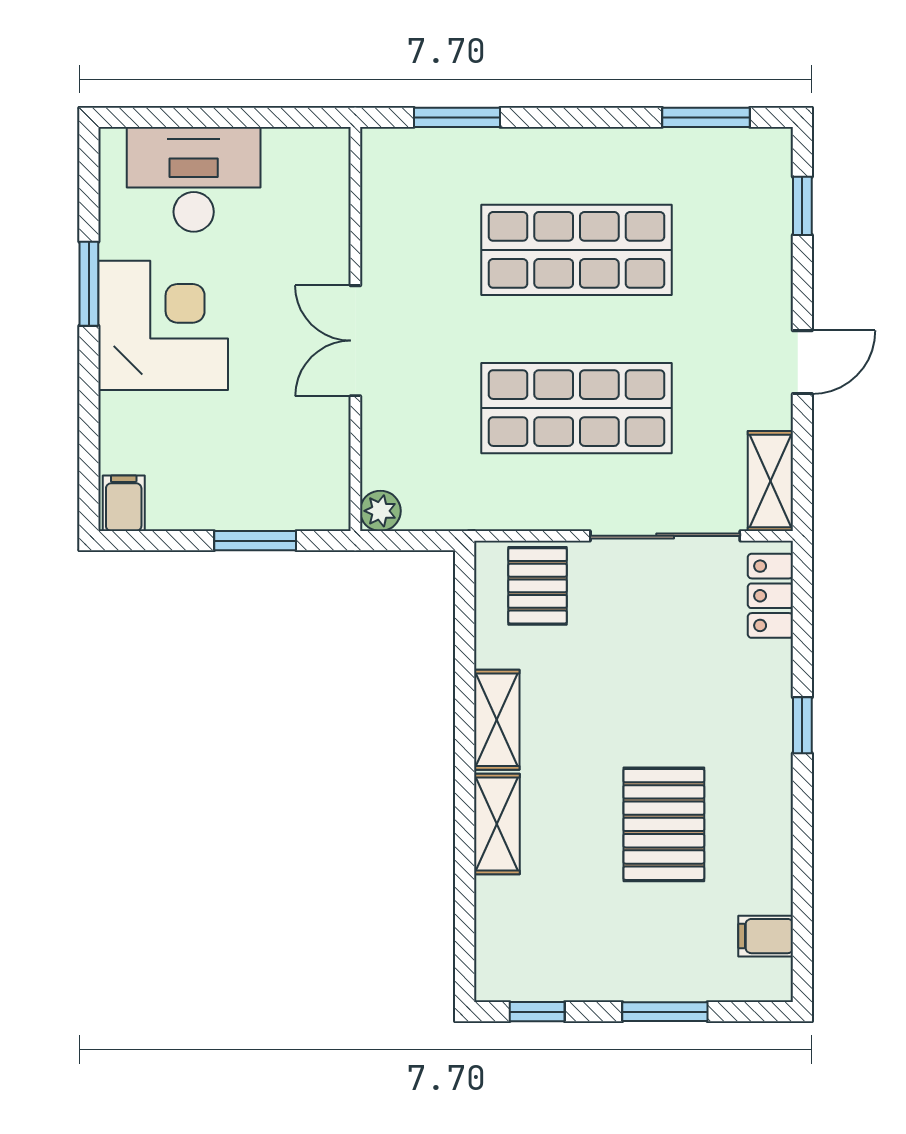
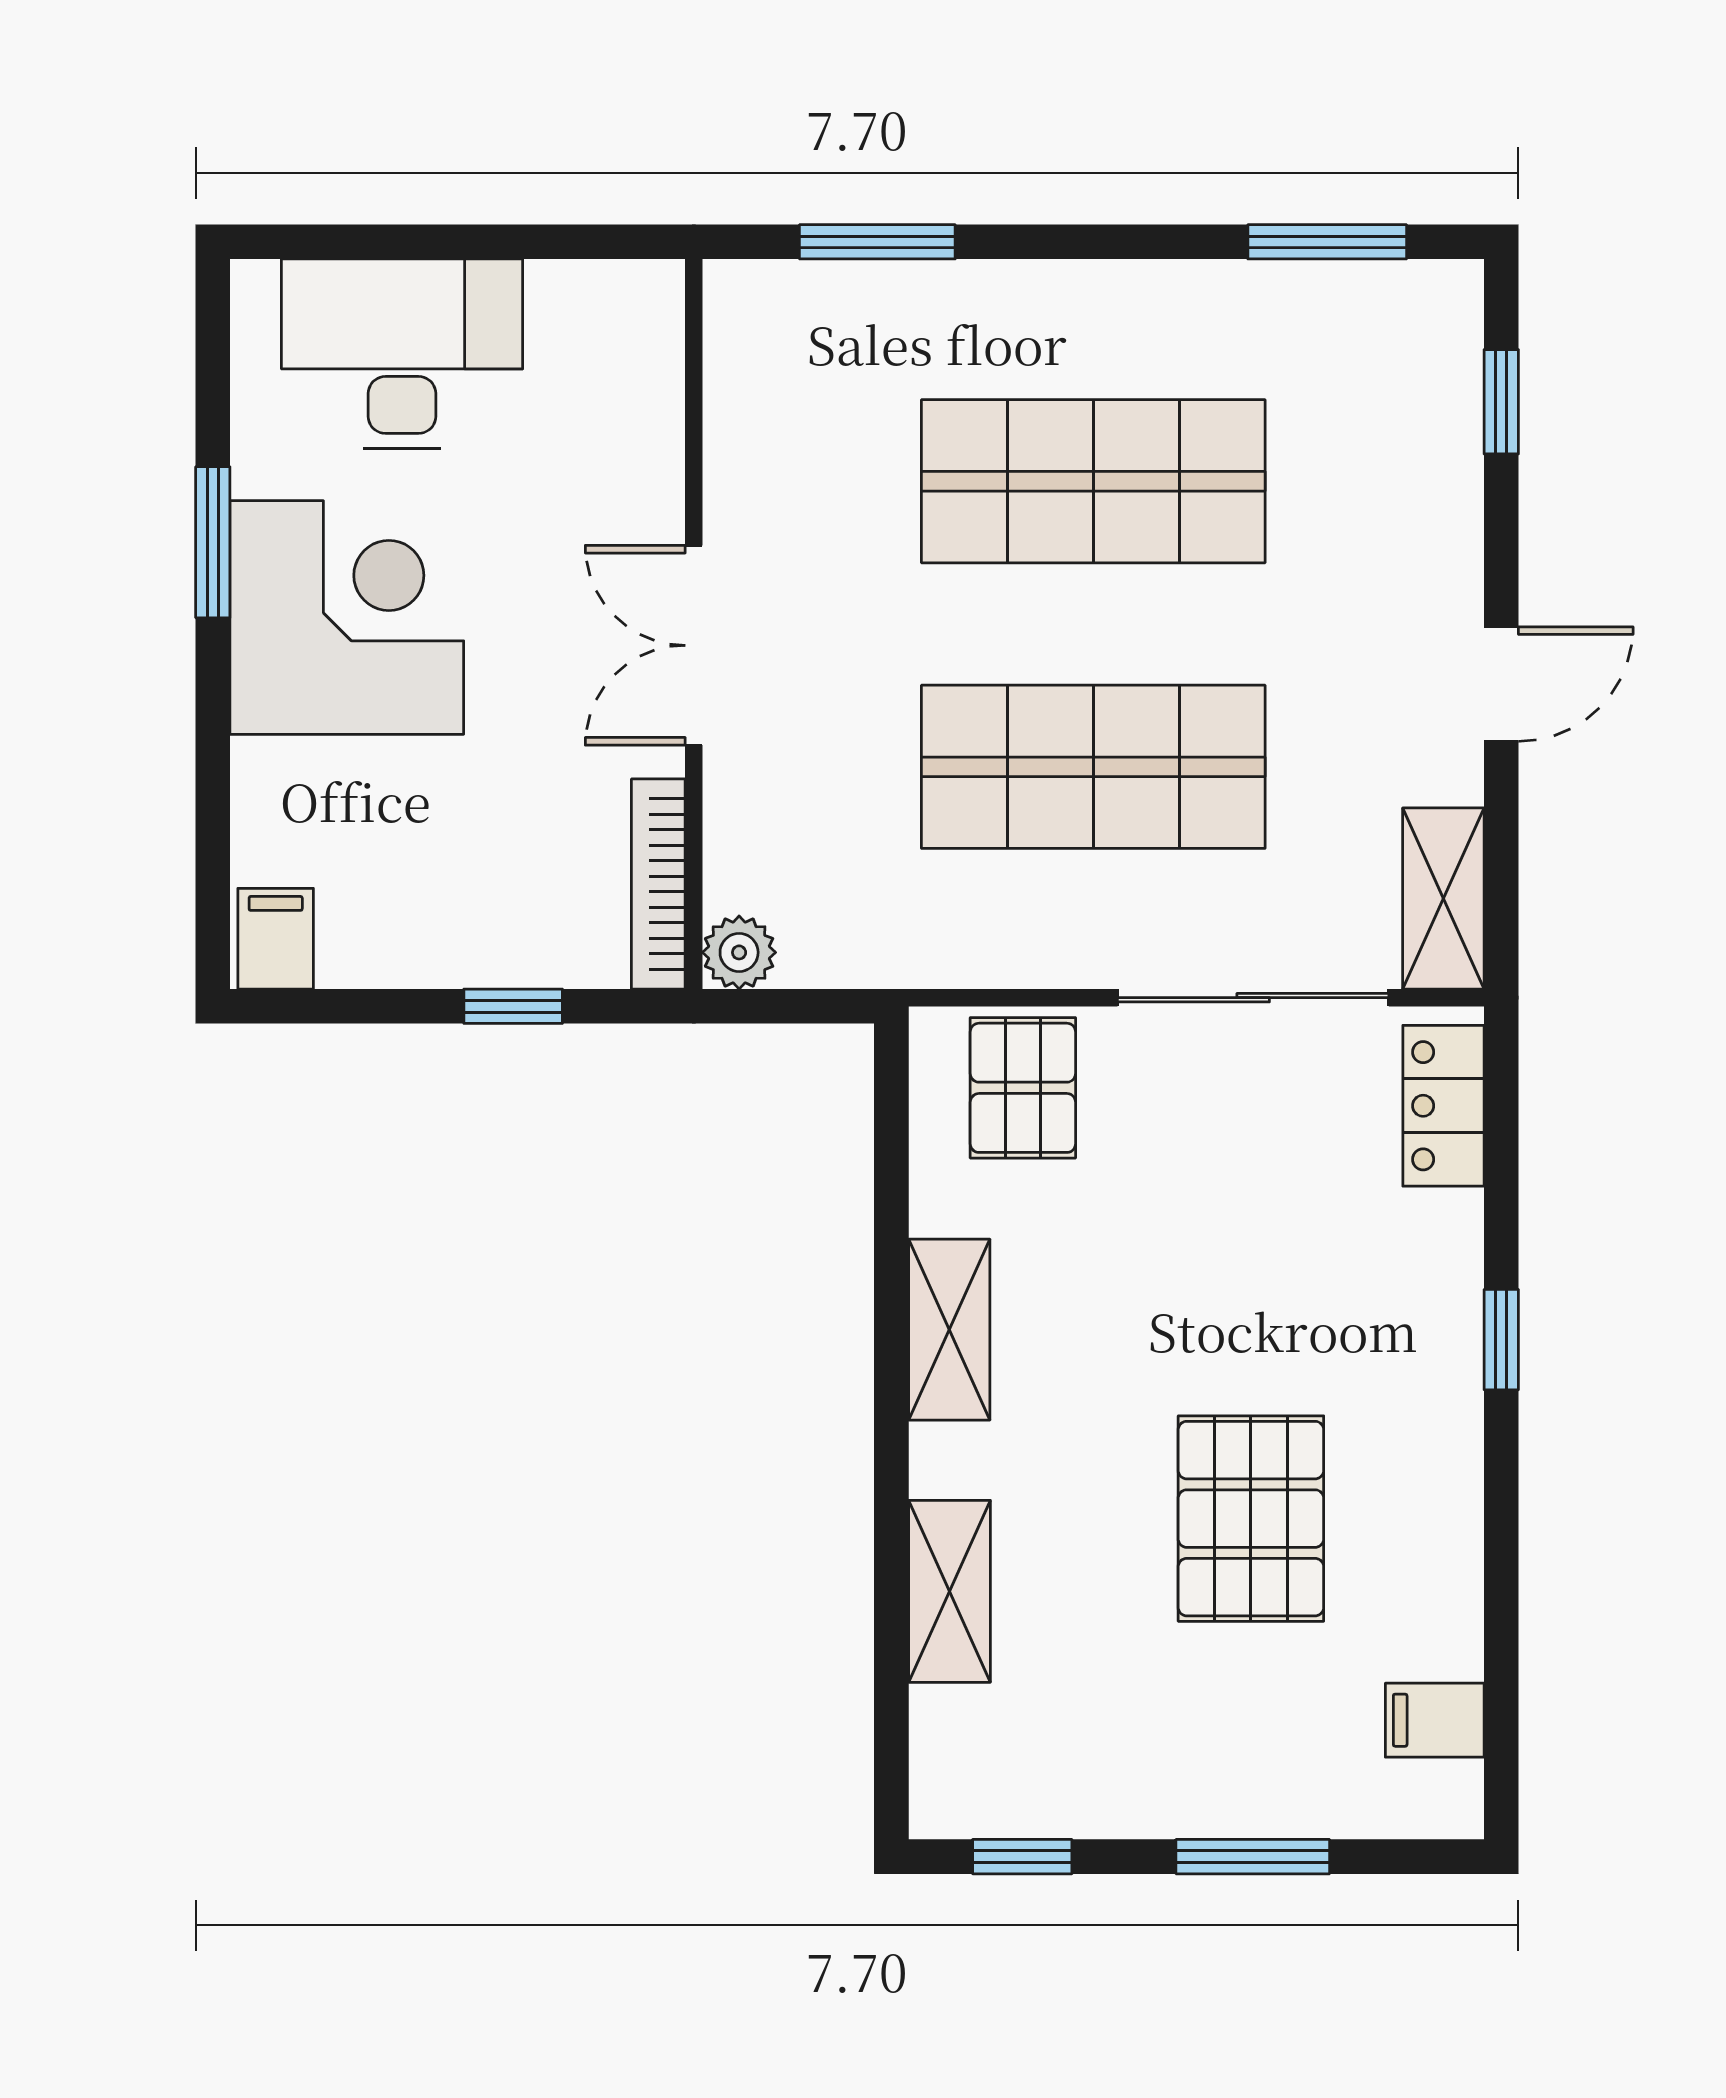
bookcase: (336, 473) -> (658, 884), added
window: (255, 541) -> (513, 1006), width x0.67
shelving: (497, 824) -> (950, 1591), moved

